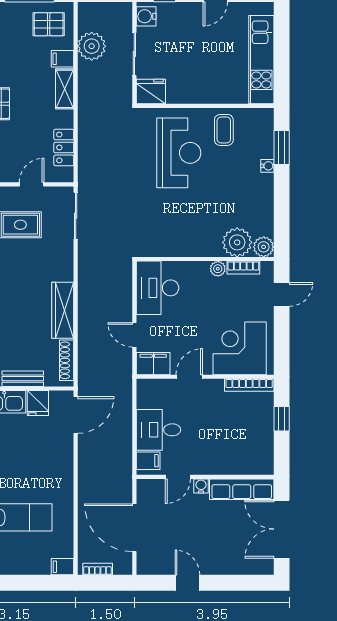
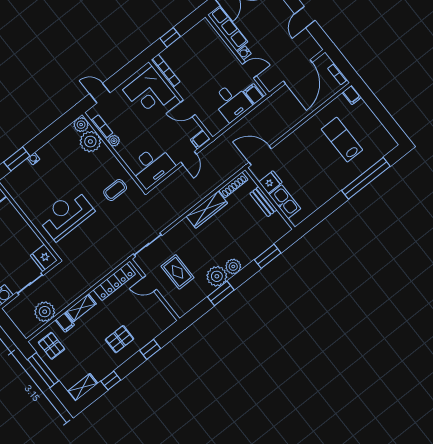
coffee table: (224, 130) -> (115, 190), moved
locker: (64, 147) -> (114, 282), width x1.53
filing cabinet: (153, 364) -> (200, 139), width x0.50

